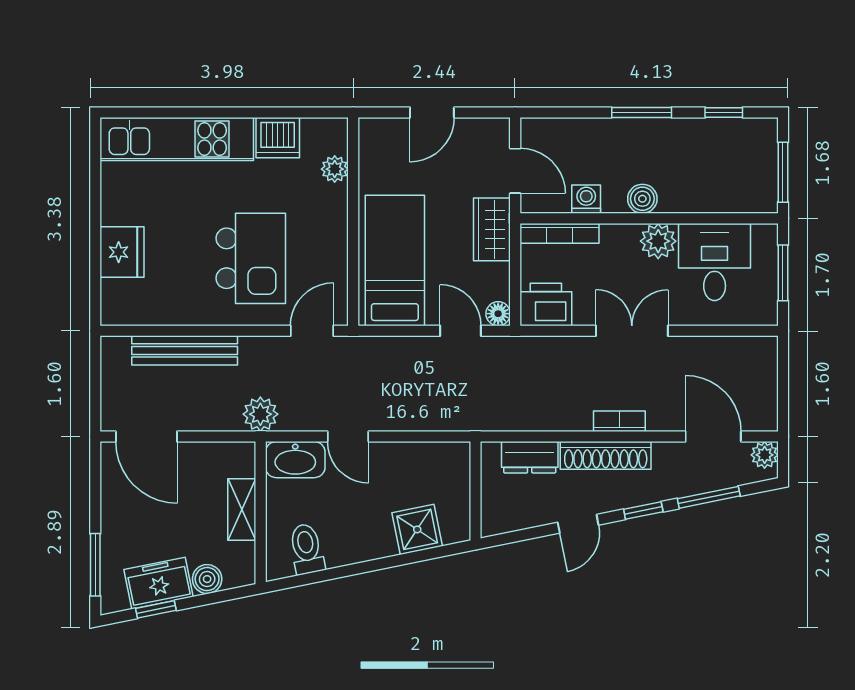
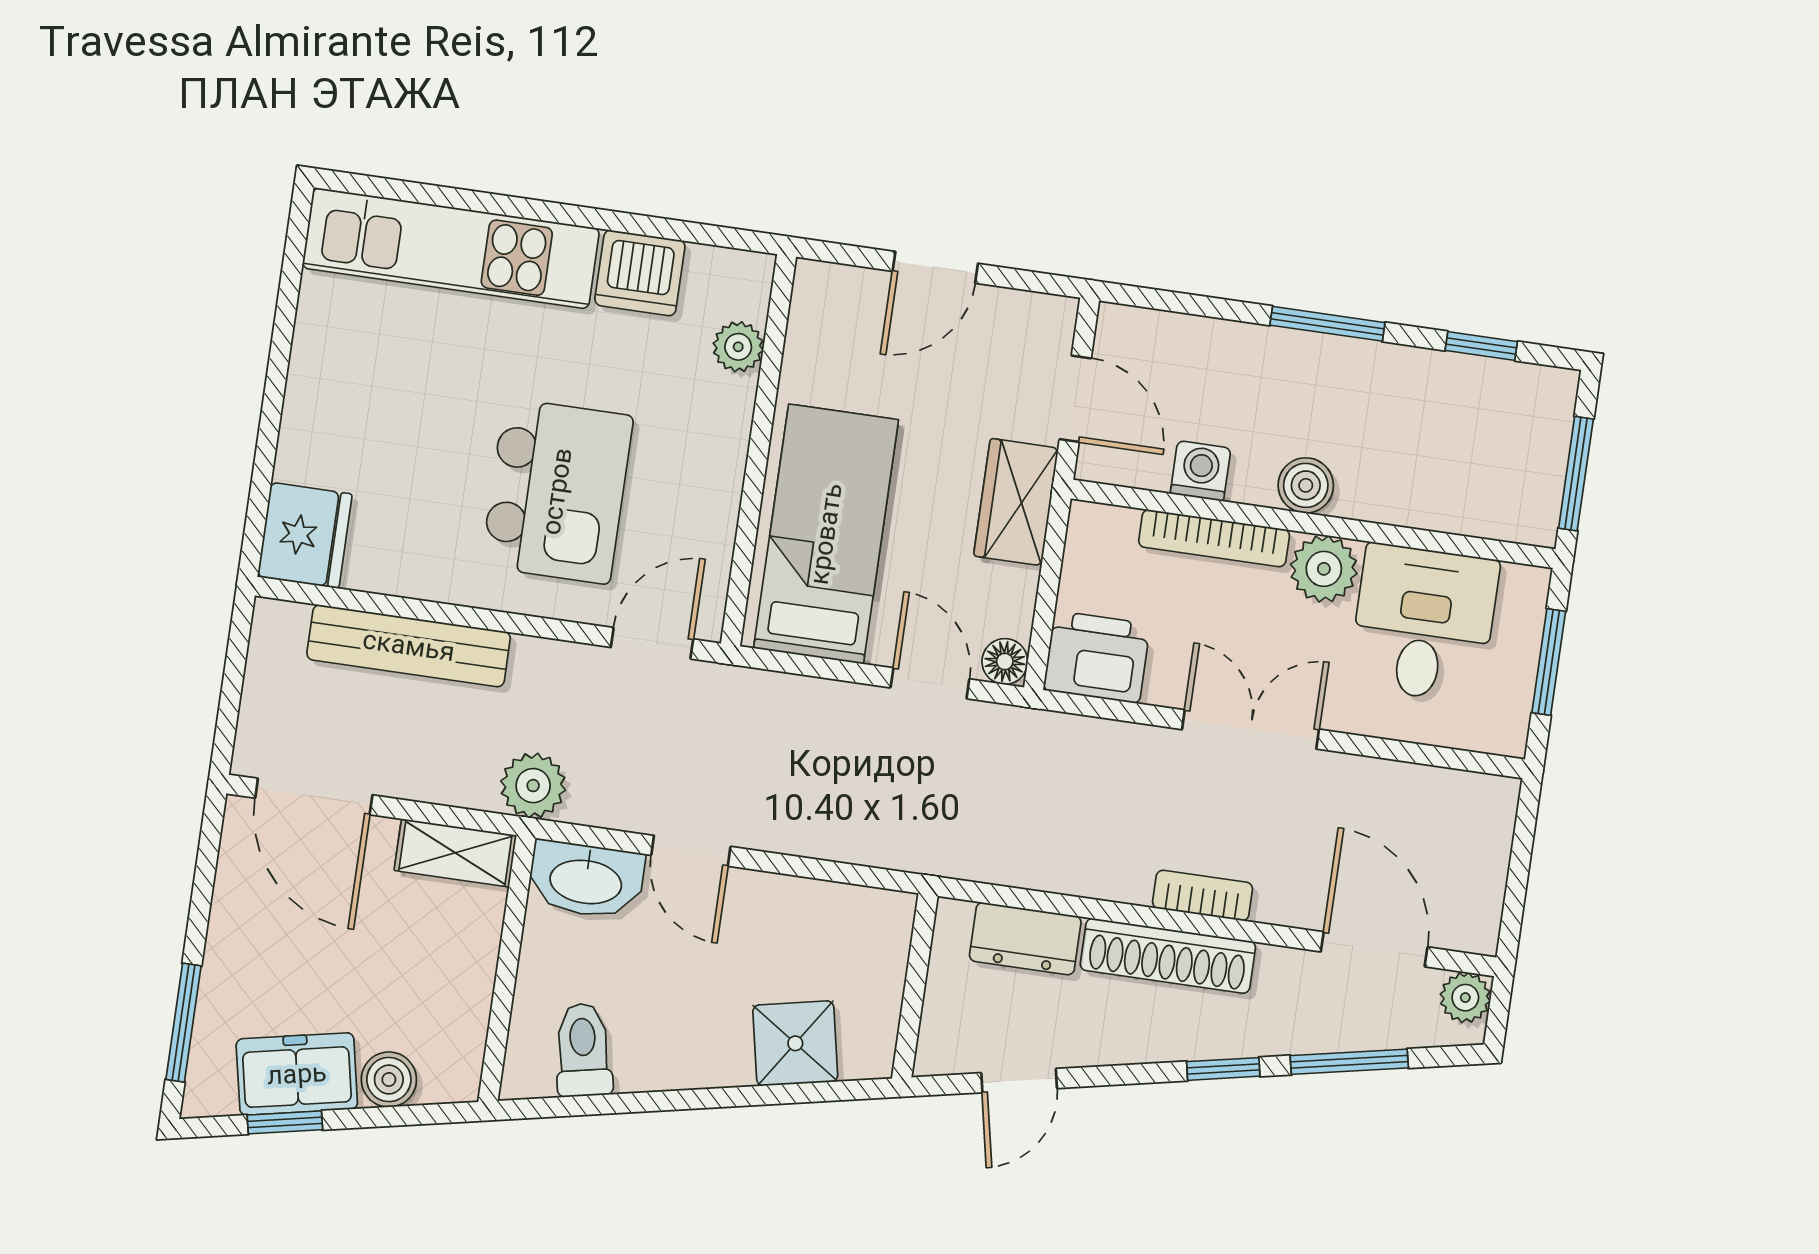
bookcase: (559, 233) -> (1214, 538), moved
fridge: (122, 252) -> (305, 535), moved
shelving: (242, 510) -> (455, 853), moved, turned 90
door: (578, 524) -> (1019, 1081), moved

